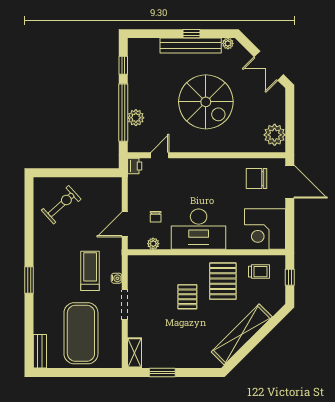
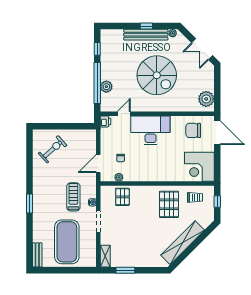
desk: (199, 229) -> (150, 130), moved, turned 180
pallet: (187, 297) -> (122, 197), moved

